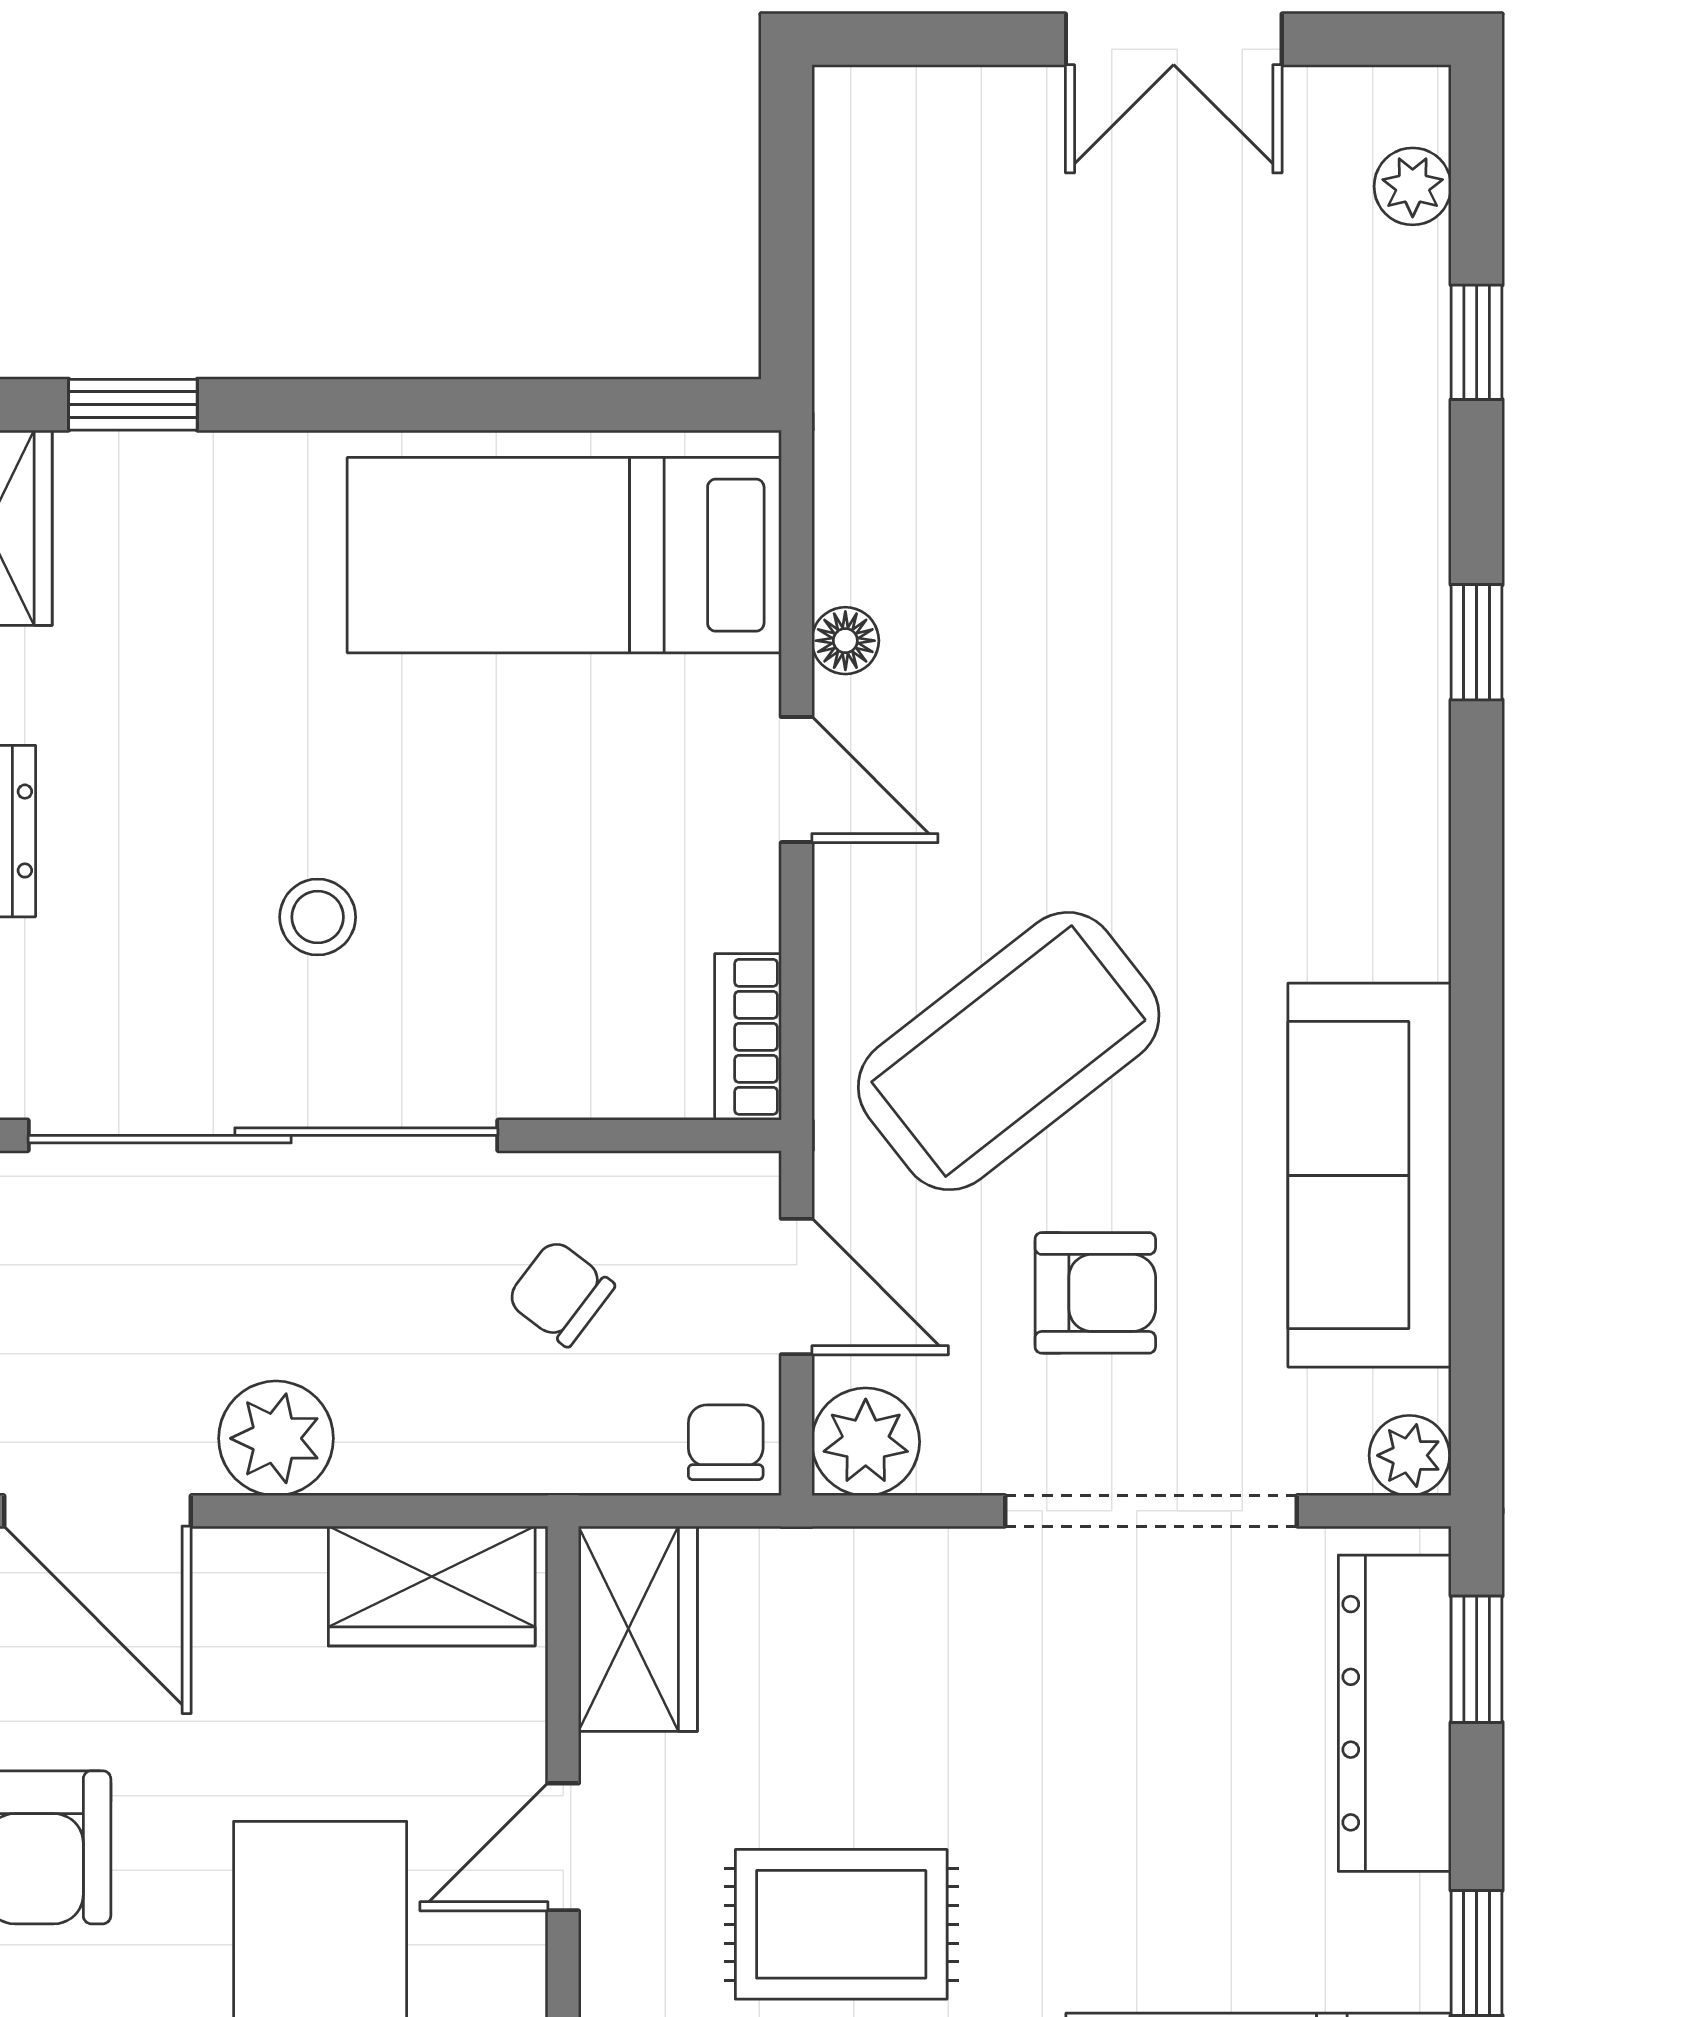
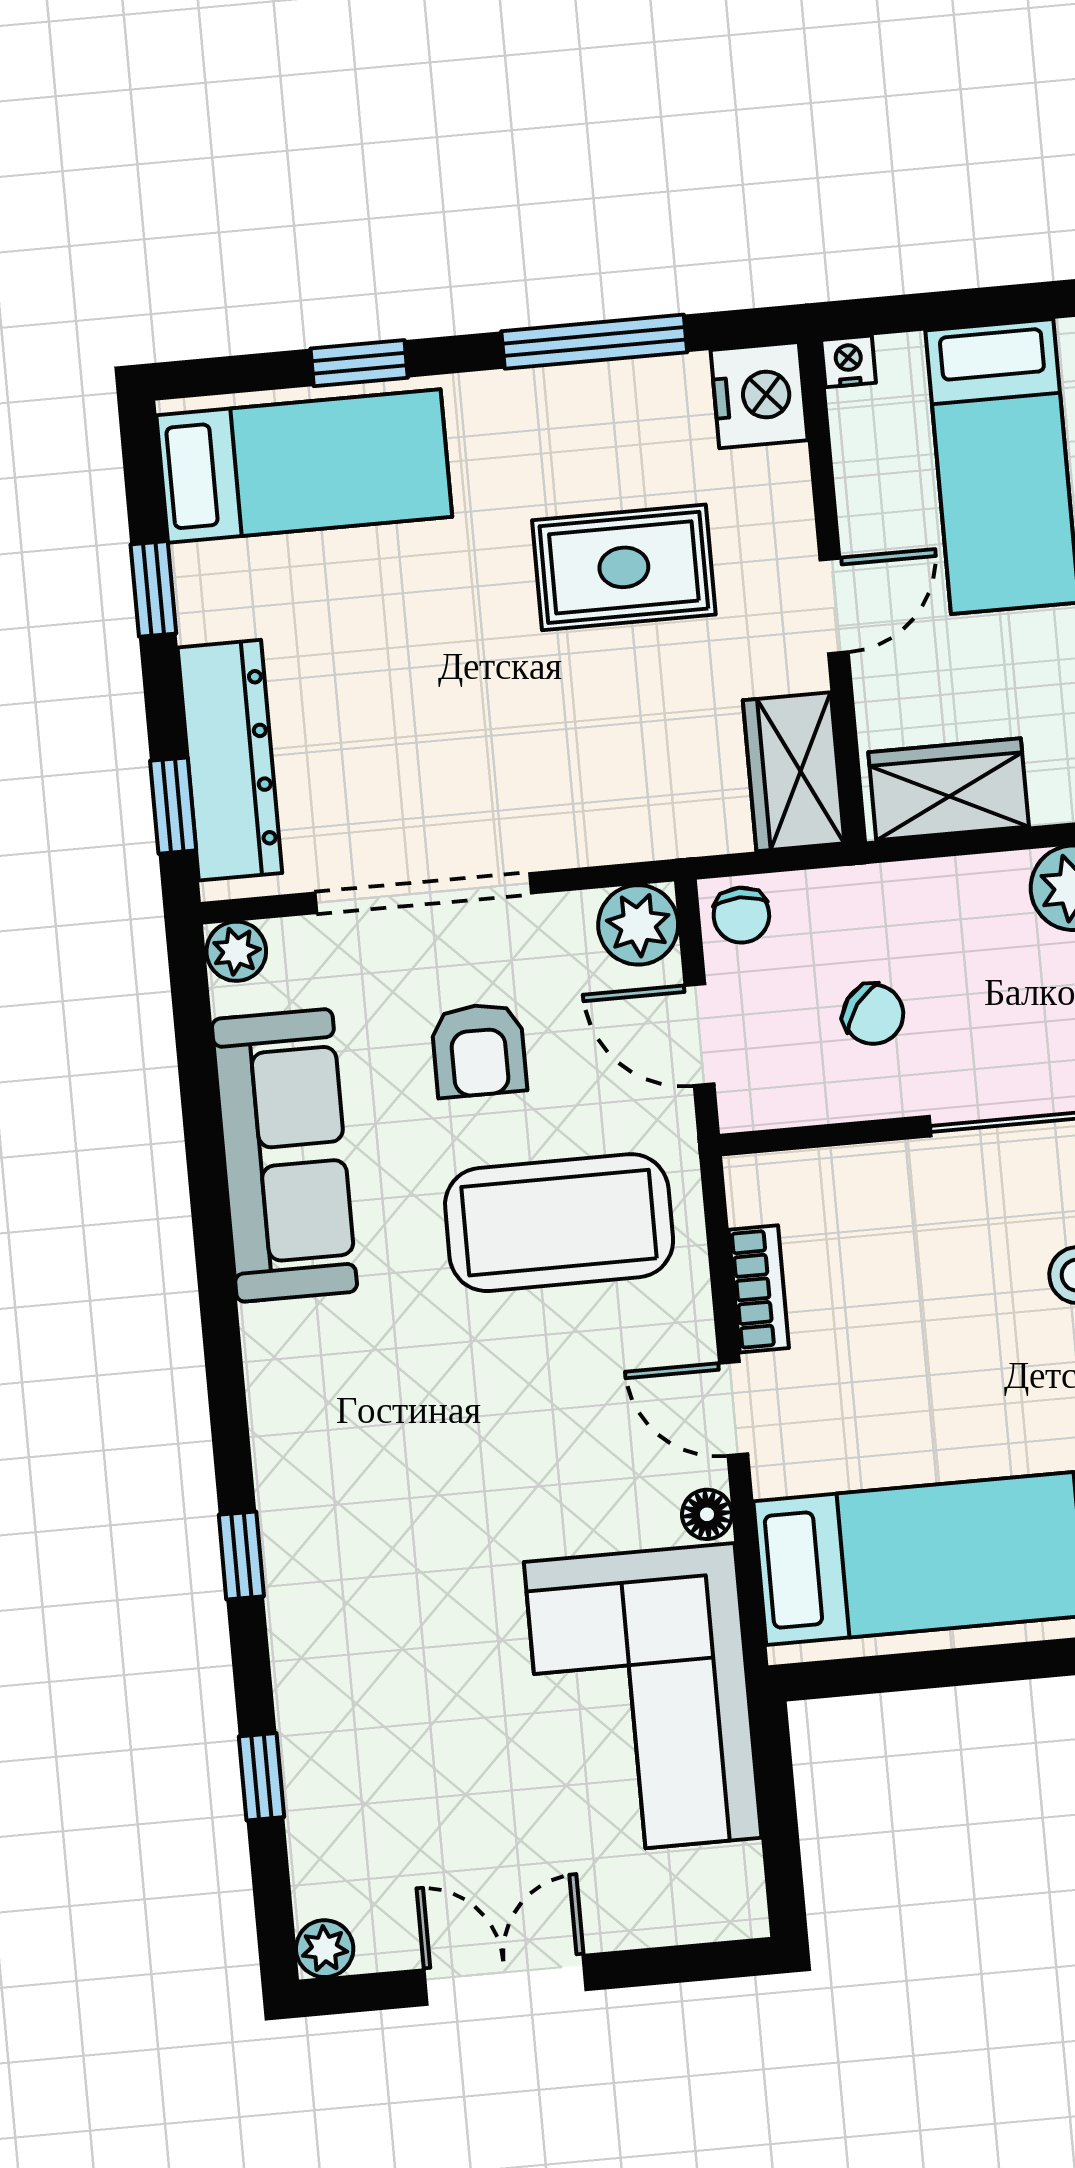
plant: (1413, 186) -> (325, 1949), moved
corner sofa: (955, 399) -> (643, 1700), added
bookcase: (748, 1037) -> (759, 1289), moved
coffee table: (1009, 1051) -> (559, 1223), turned 38
armchair: (1095, 1293) -> (479, 1050), turned -90

